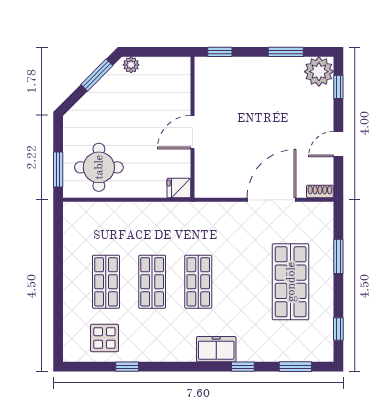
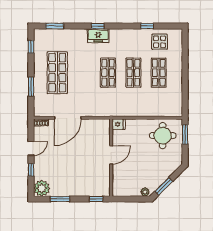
window: (338, 87) -> (31, 170), moved
window: (243, 367) -> (98, 26), moved

